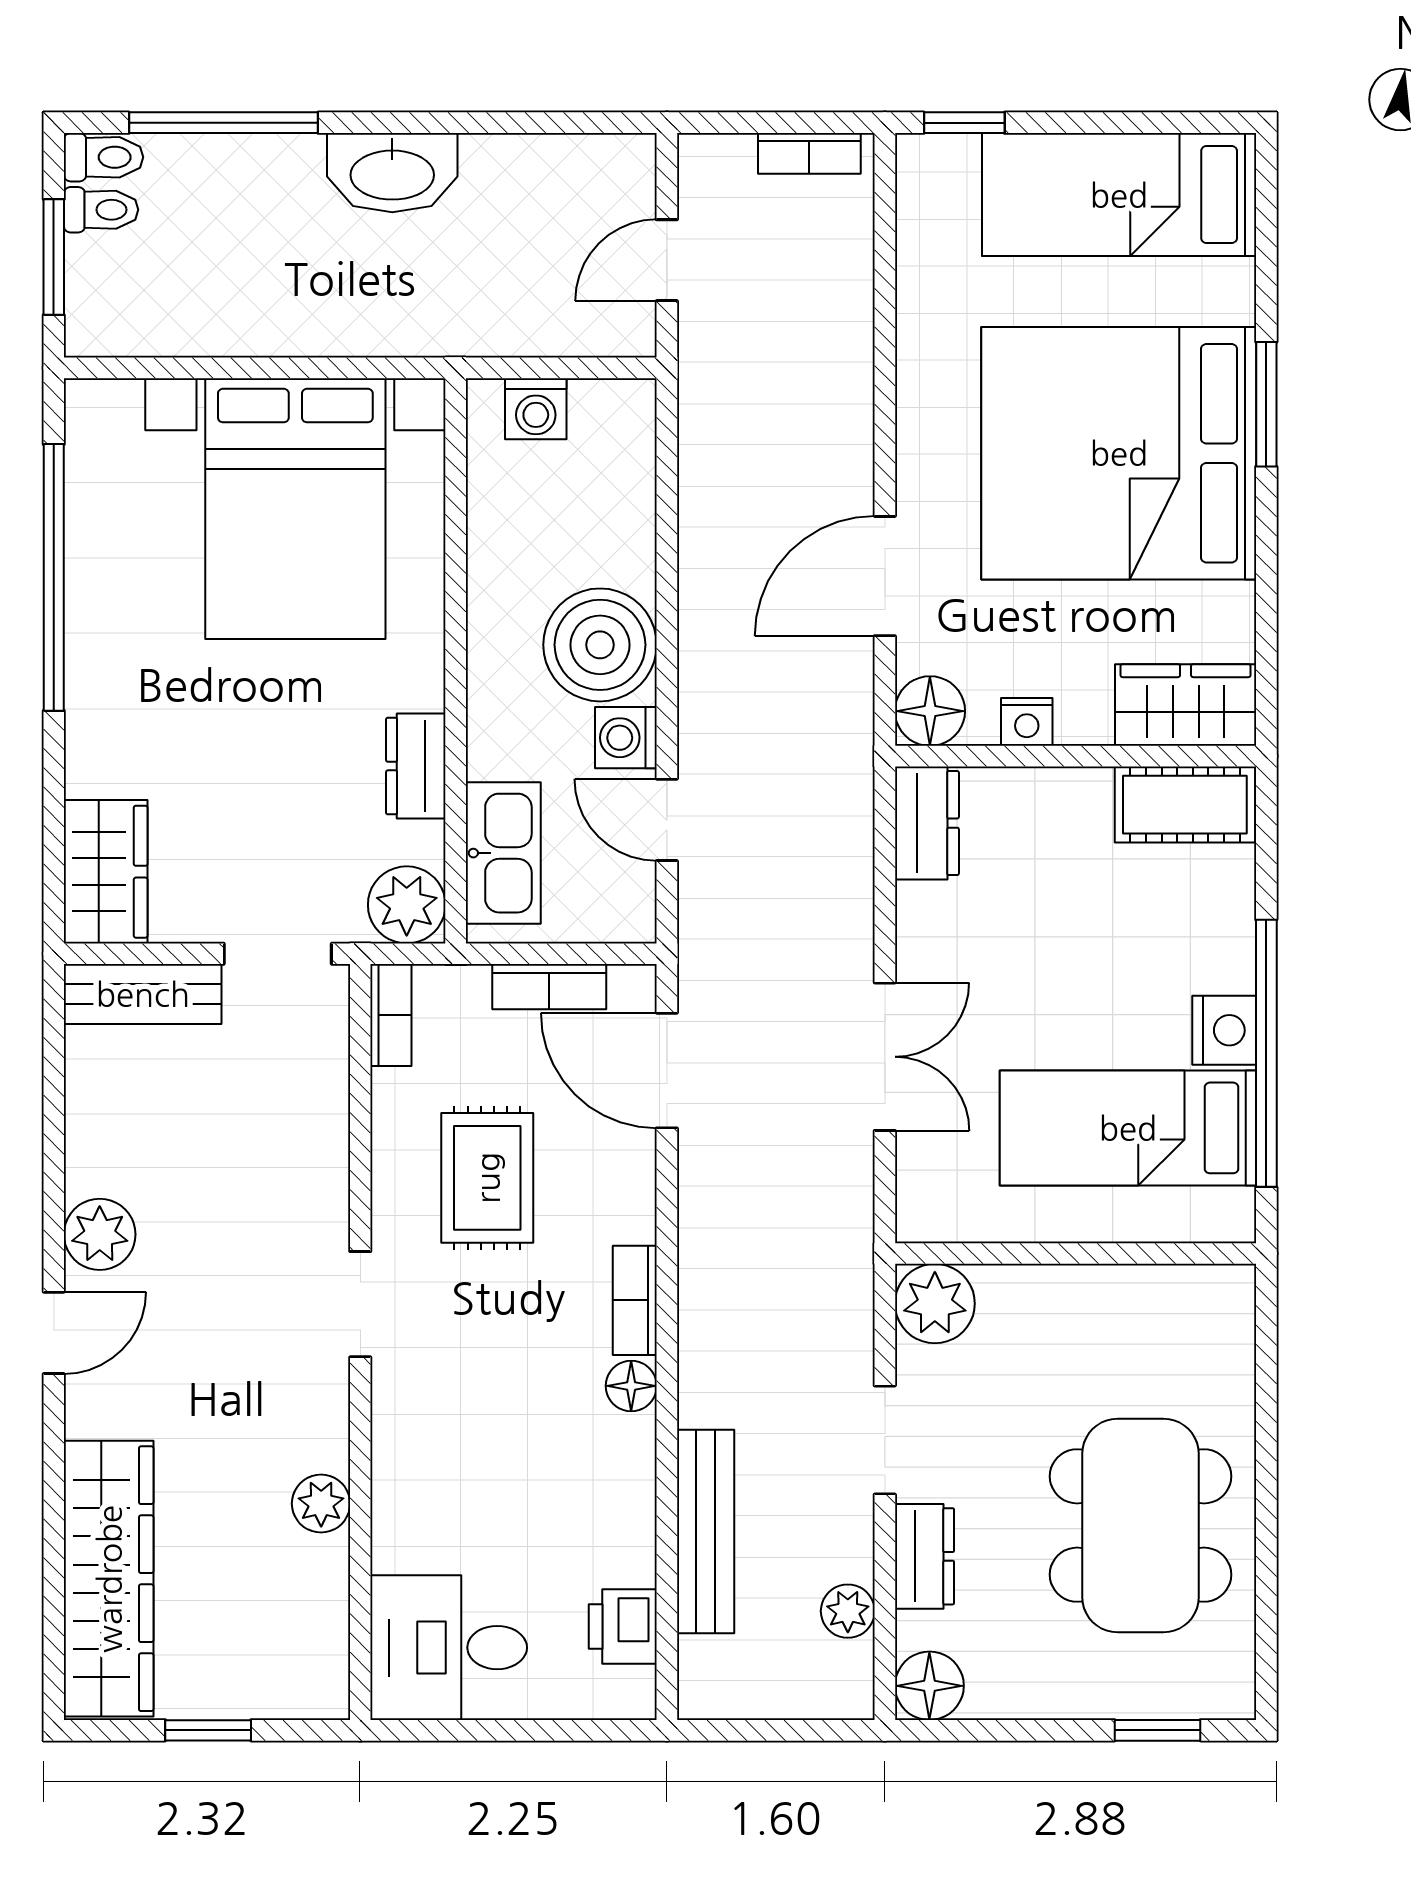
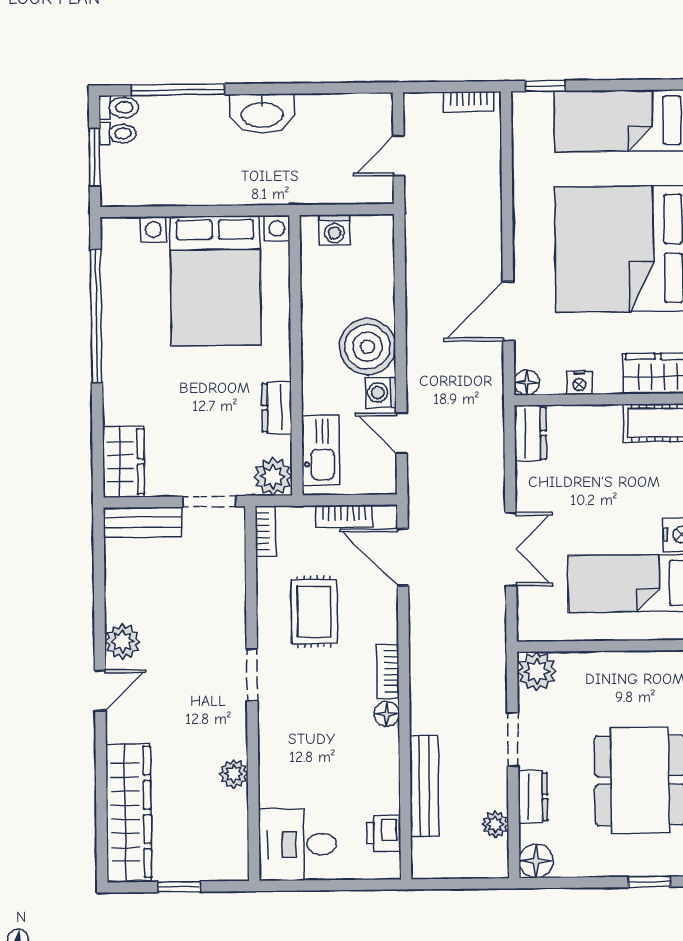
floor lamp: (930, 711) -> (527, 382), width x0.73, depth x0.73

